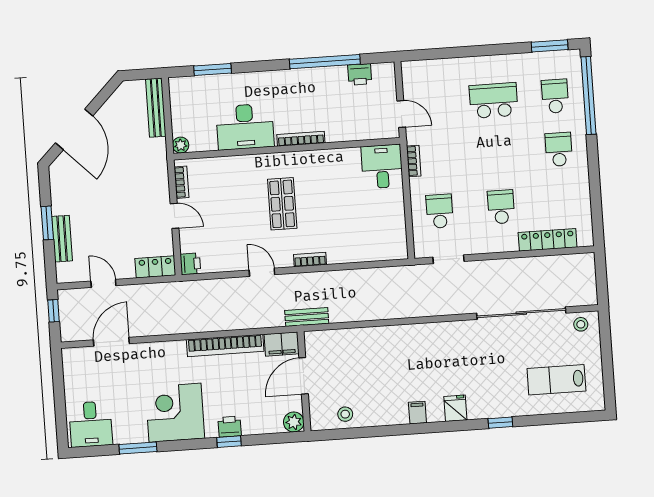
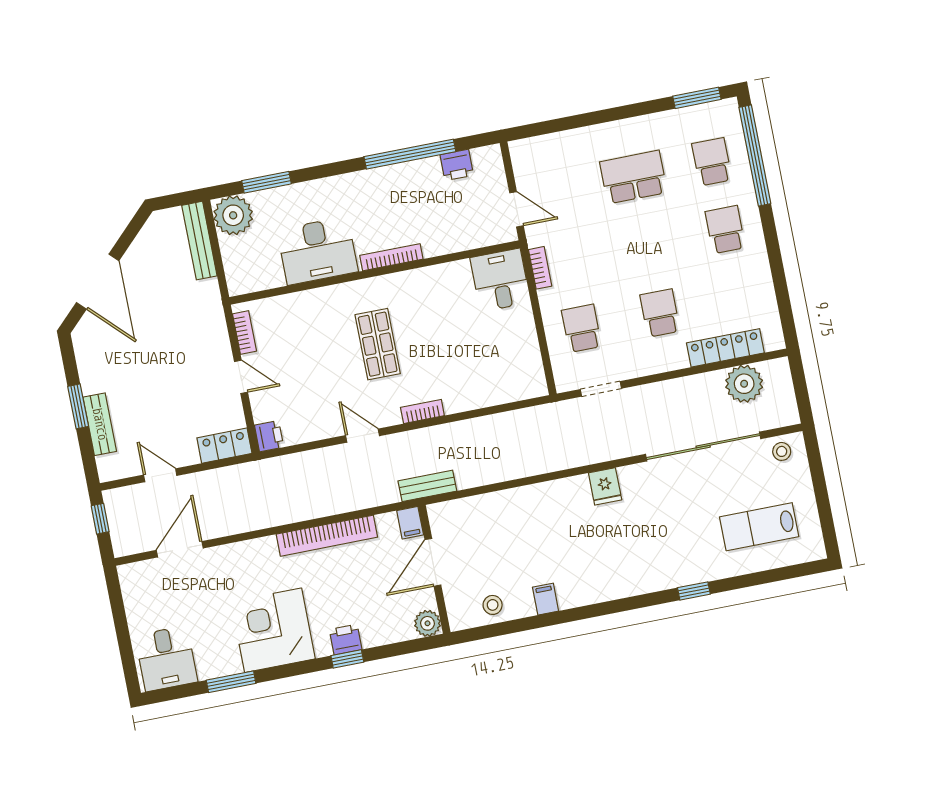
plant: (181, 145) -> (233, 215), moved, width x1.87, depth x1.87
plant: (559, 269) -> (744, 384), added
filing cabinet: (282, 344) -> (410, 523), width x0.50
fridge: (455, 408) -> (605, 486), moved, turned 180
filing cabinet: (417, 413) -> (546, 599), moved

